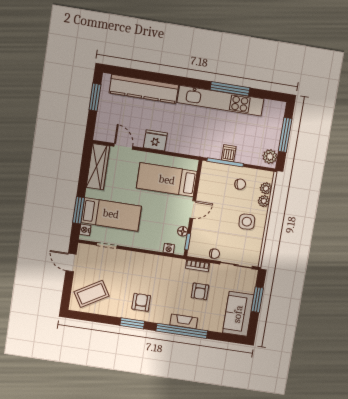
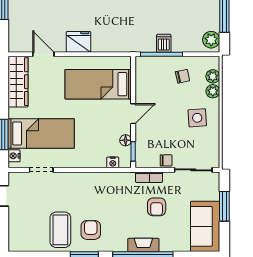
coffee table: (92, 294) -> (60, 230), moved, turned -59

